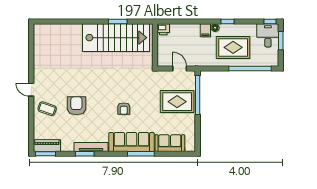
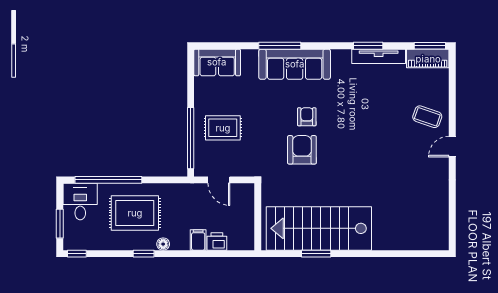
printer: (163, 29) -> (217, 241), moved
filing cabinet: (205, 30) -> (198, 240), moved
desk: (268, 35) -> (80, 202), moved, turned 180
door: (31, 90) -> (452, 147), swing flipped
rug: (177, 102) -> (223, 128), width x0.73, depth x0.70
armchair: (76, 106) -> (302, 150), moved, turned 180
sofa: (170, 143) -> (217, 62), moved
tv unit: (91, 147) -> (379, 56), moved

